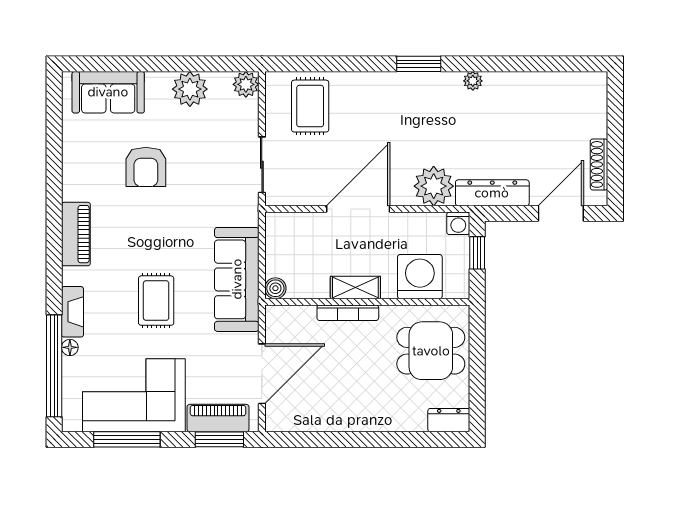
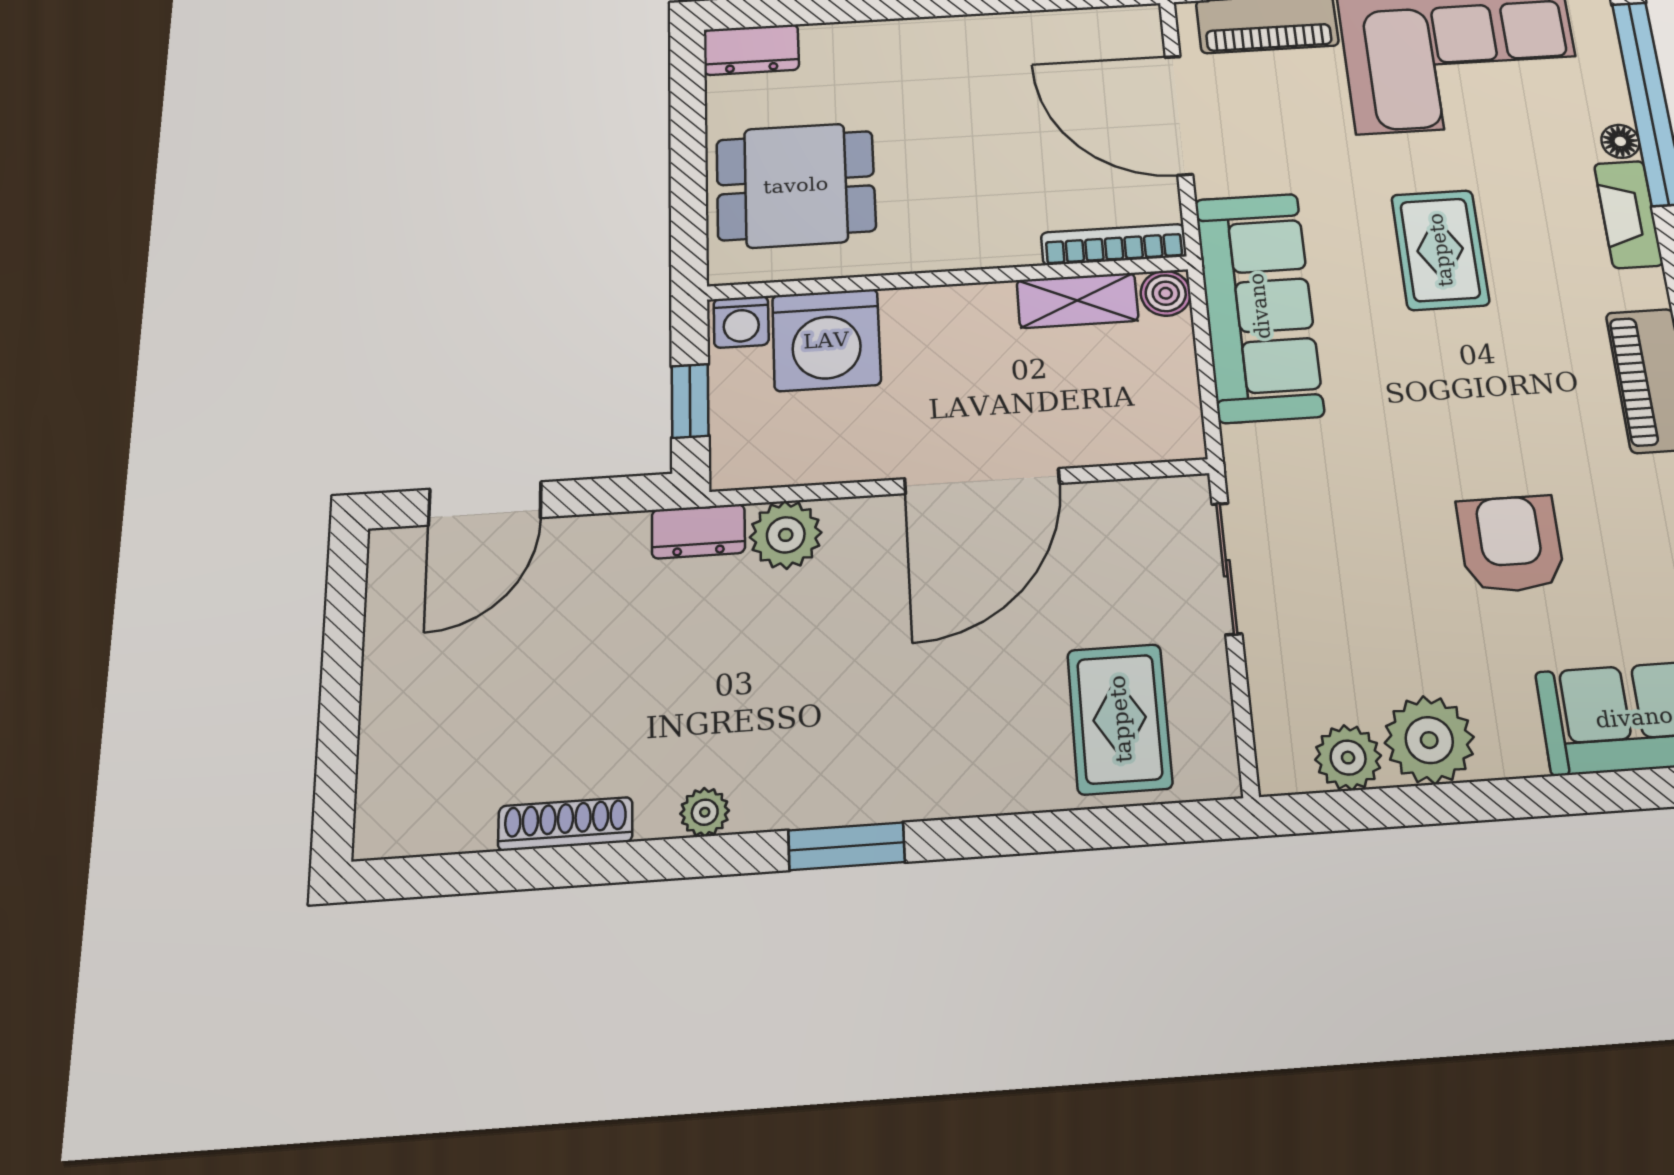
plant: (246, 84) -> (1348, 758), moved
shoe rack: (599, 164) -> (565, 824), moved, turned -90
plant: (434, 186) -> (786, 535), width x0.73, depth x0.73
dresser: (492, 193) -> (698, 531), width x0.51, depth x0.80
washing machine: (458, 223) -> (741, 322), moved, turned 180
shelving: (355, 287) -> (1077, 300), moved
bookcase: (348, 313) -> (1114, 245), moved
door: (262, 374) -> (1179, 115), hinge flipped

